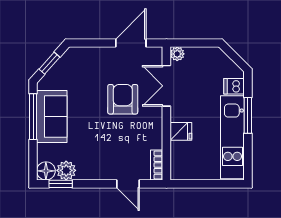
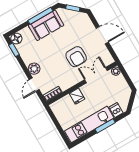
door: (131, 43) -> (102, 35), moved
armchair: (123, 99) -> (76, 57), turned 90
plant: (66, 170) -> (34, 69), moved

